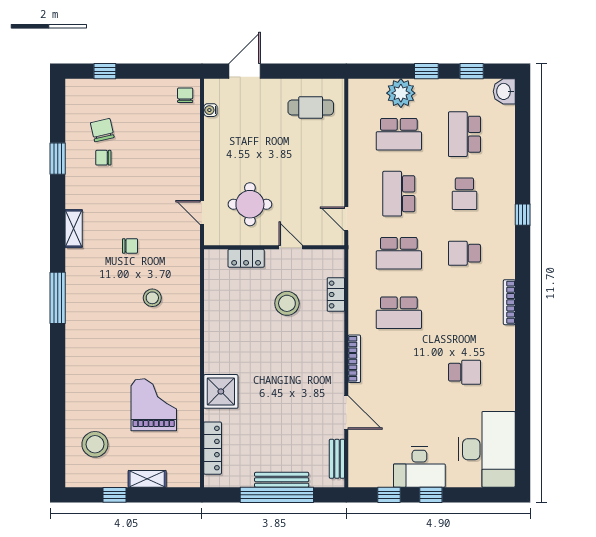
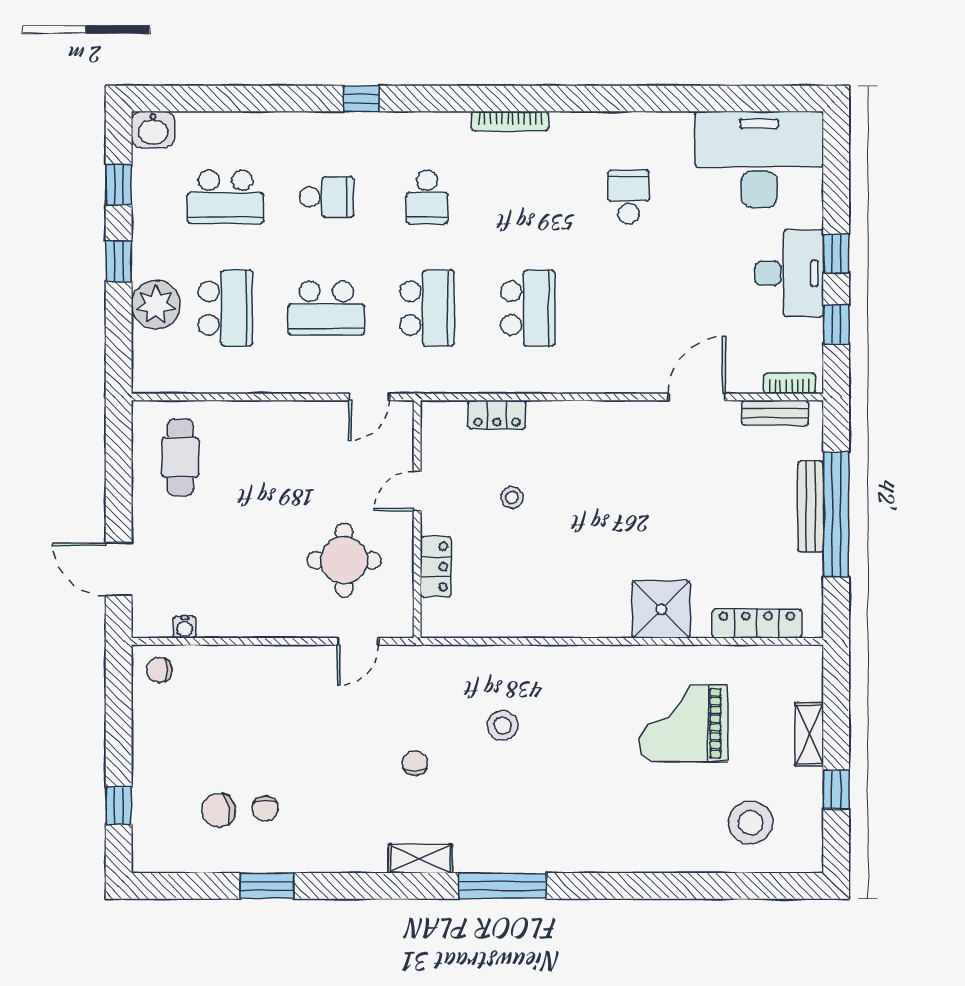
shelving: (74, 229) -> (420, 859), moved
stool: (287, 303) -> (512, 497), width x0.53, depth x0.53
bookcase: (354, 359) -> (789, 383), moved, width x0.64

